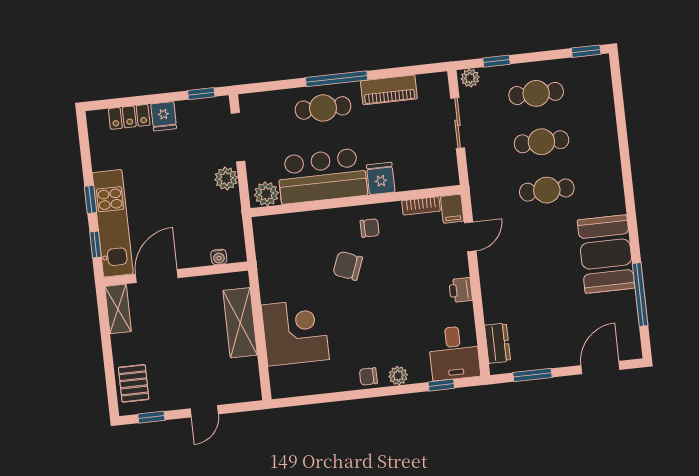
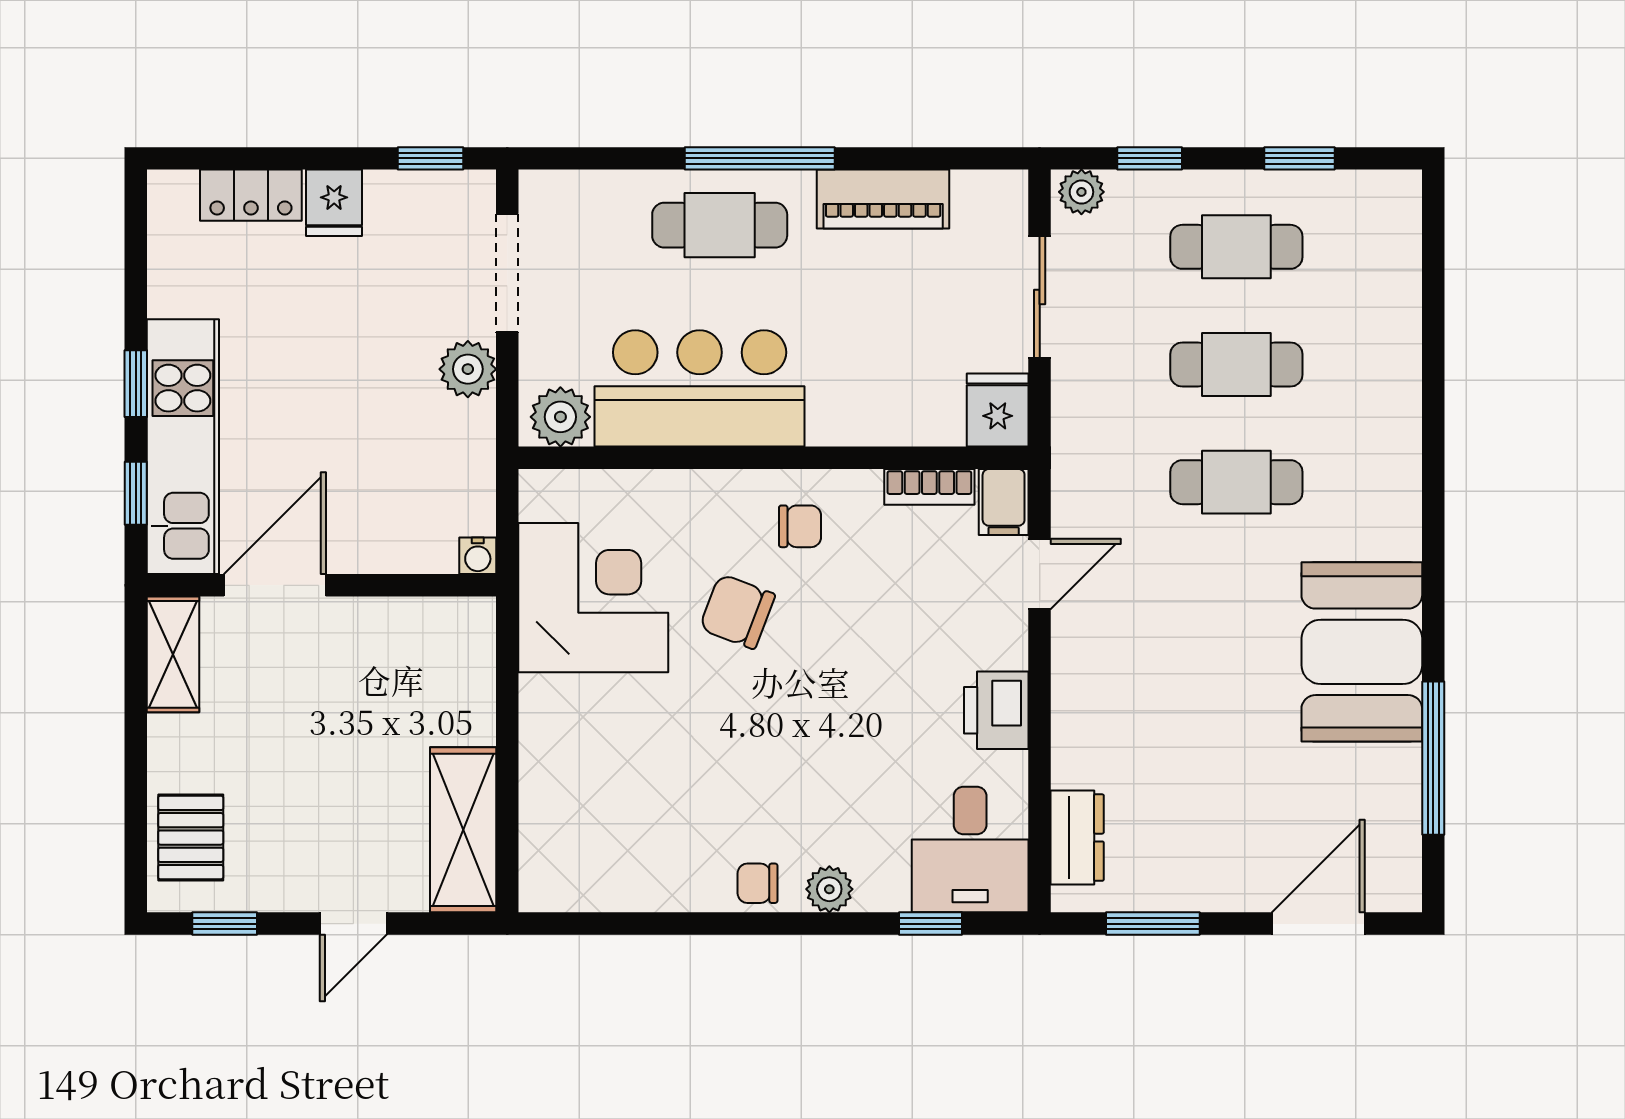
window: (586, 51) -> (1299, 158), moved
fridge: (381, 178) -> (998, 410), moved
water cooler: (219, 257) -> (478, 556), moved
printer: (461, 290) -> (996, 710), width x1.36, depth x1.24
shelving: (240, 323) -> (463, 830), moved
corner desk: (295, 332) -> (593, 598), moved

